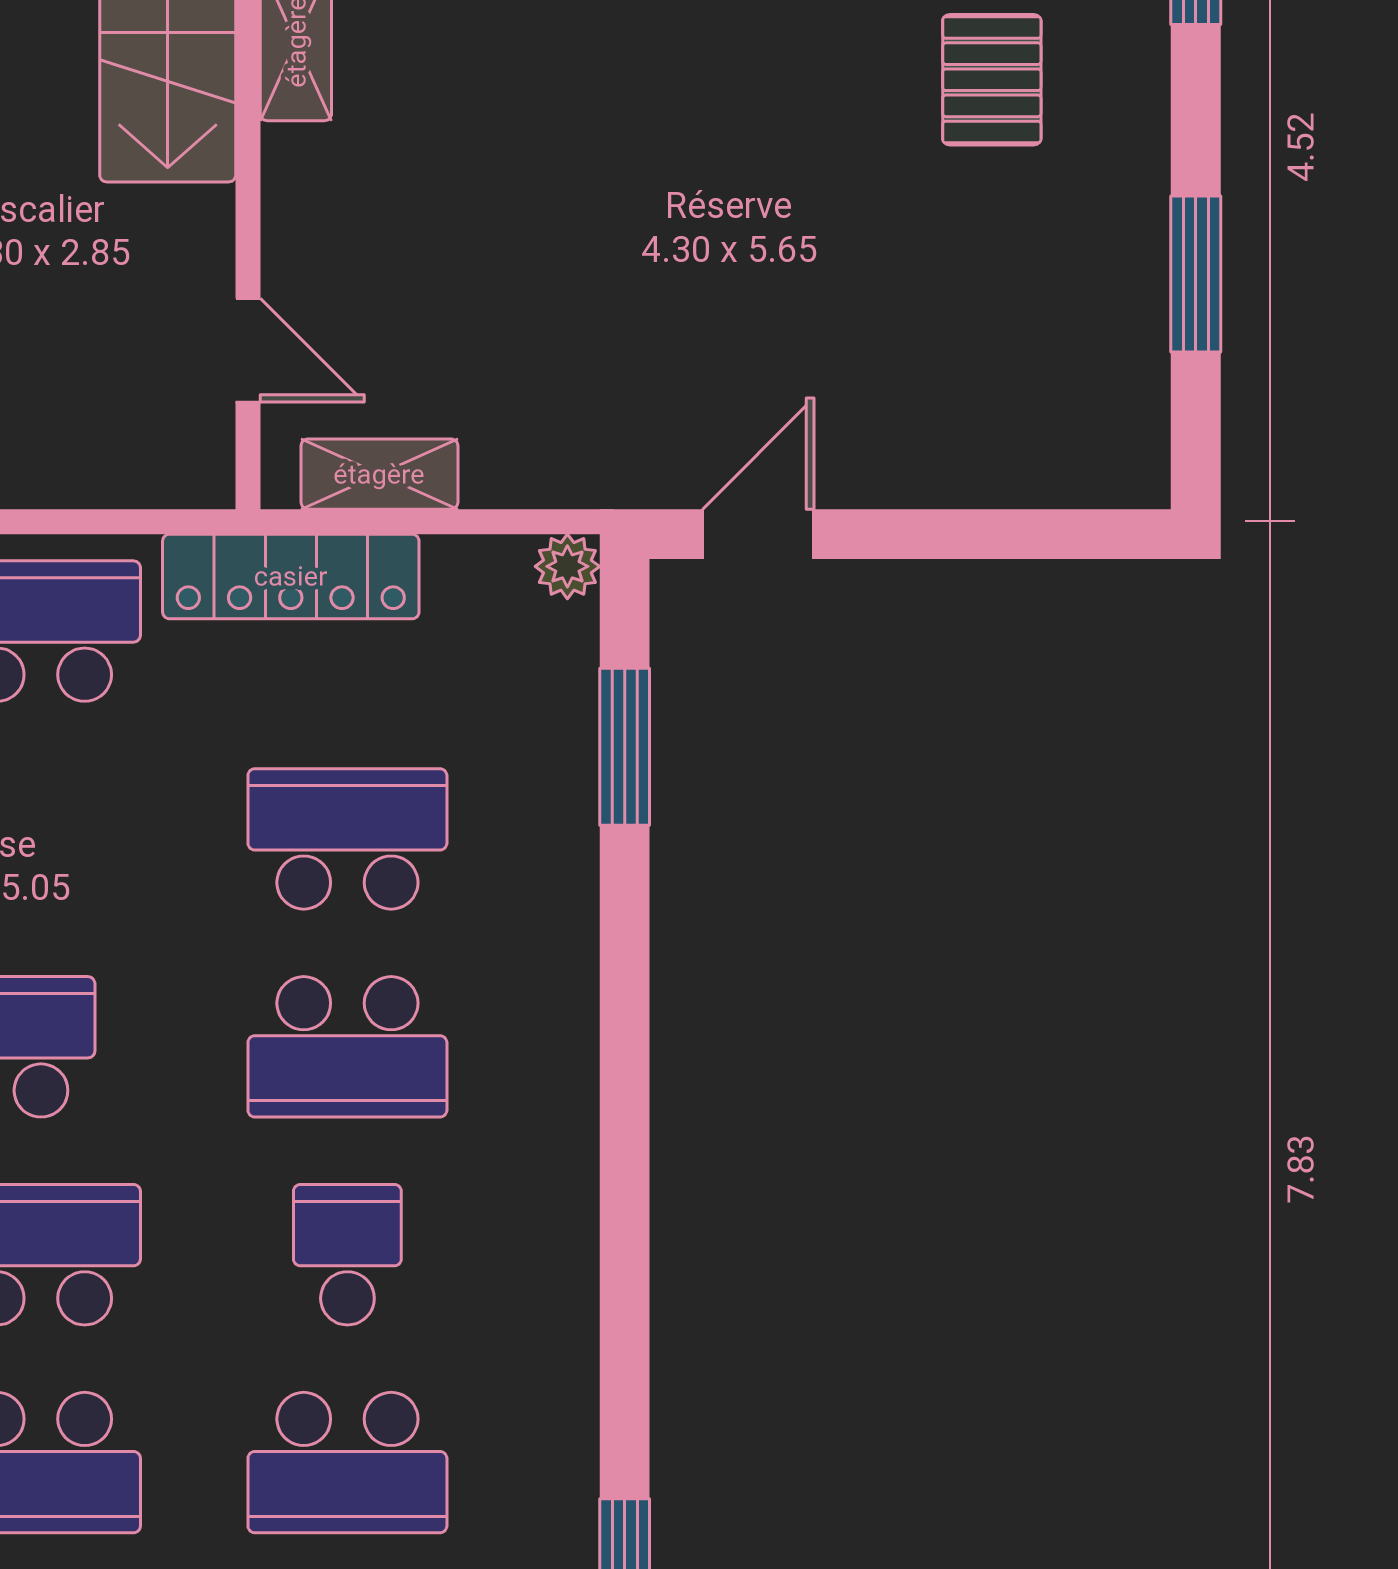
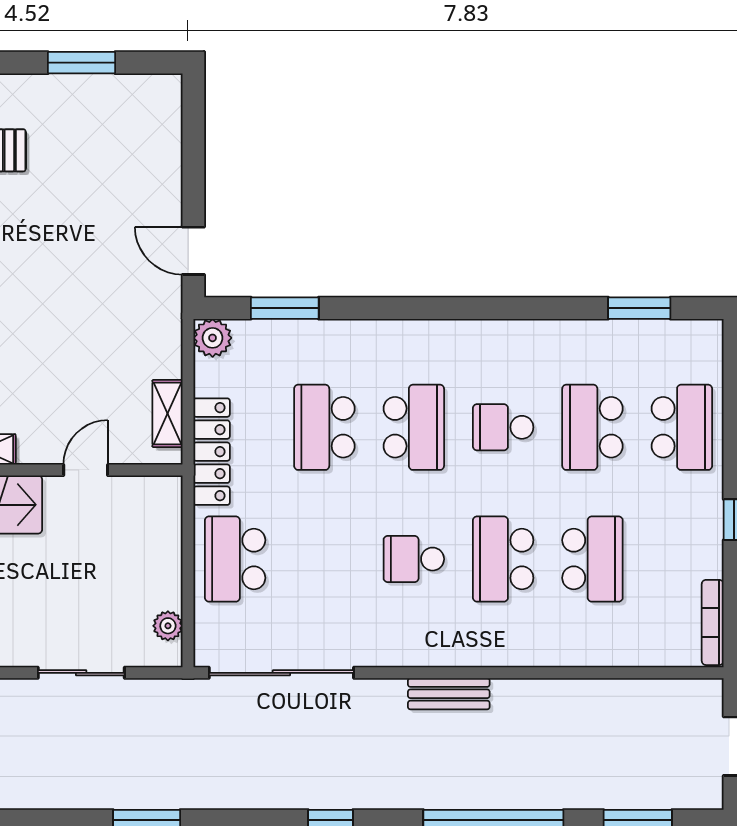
door: (248, 350) -> (86, 470), moved
plant: (567, 566) -> (213, 338), width x1.38, depth x1.38
school desk: (347, 1463) -> (592, 427), turned 180

